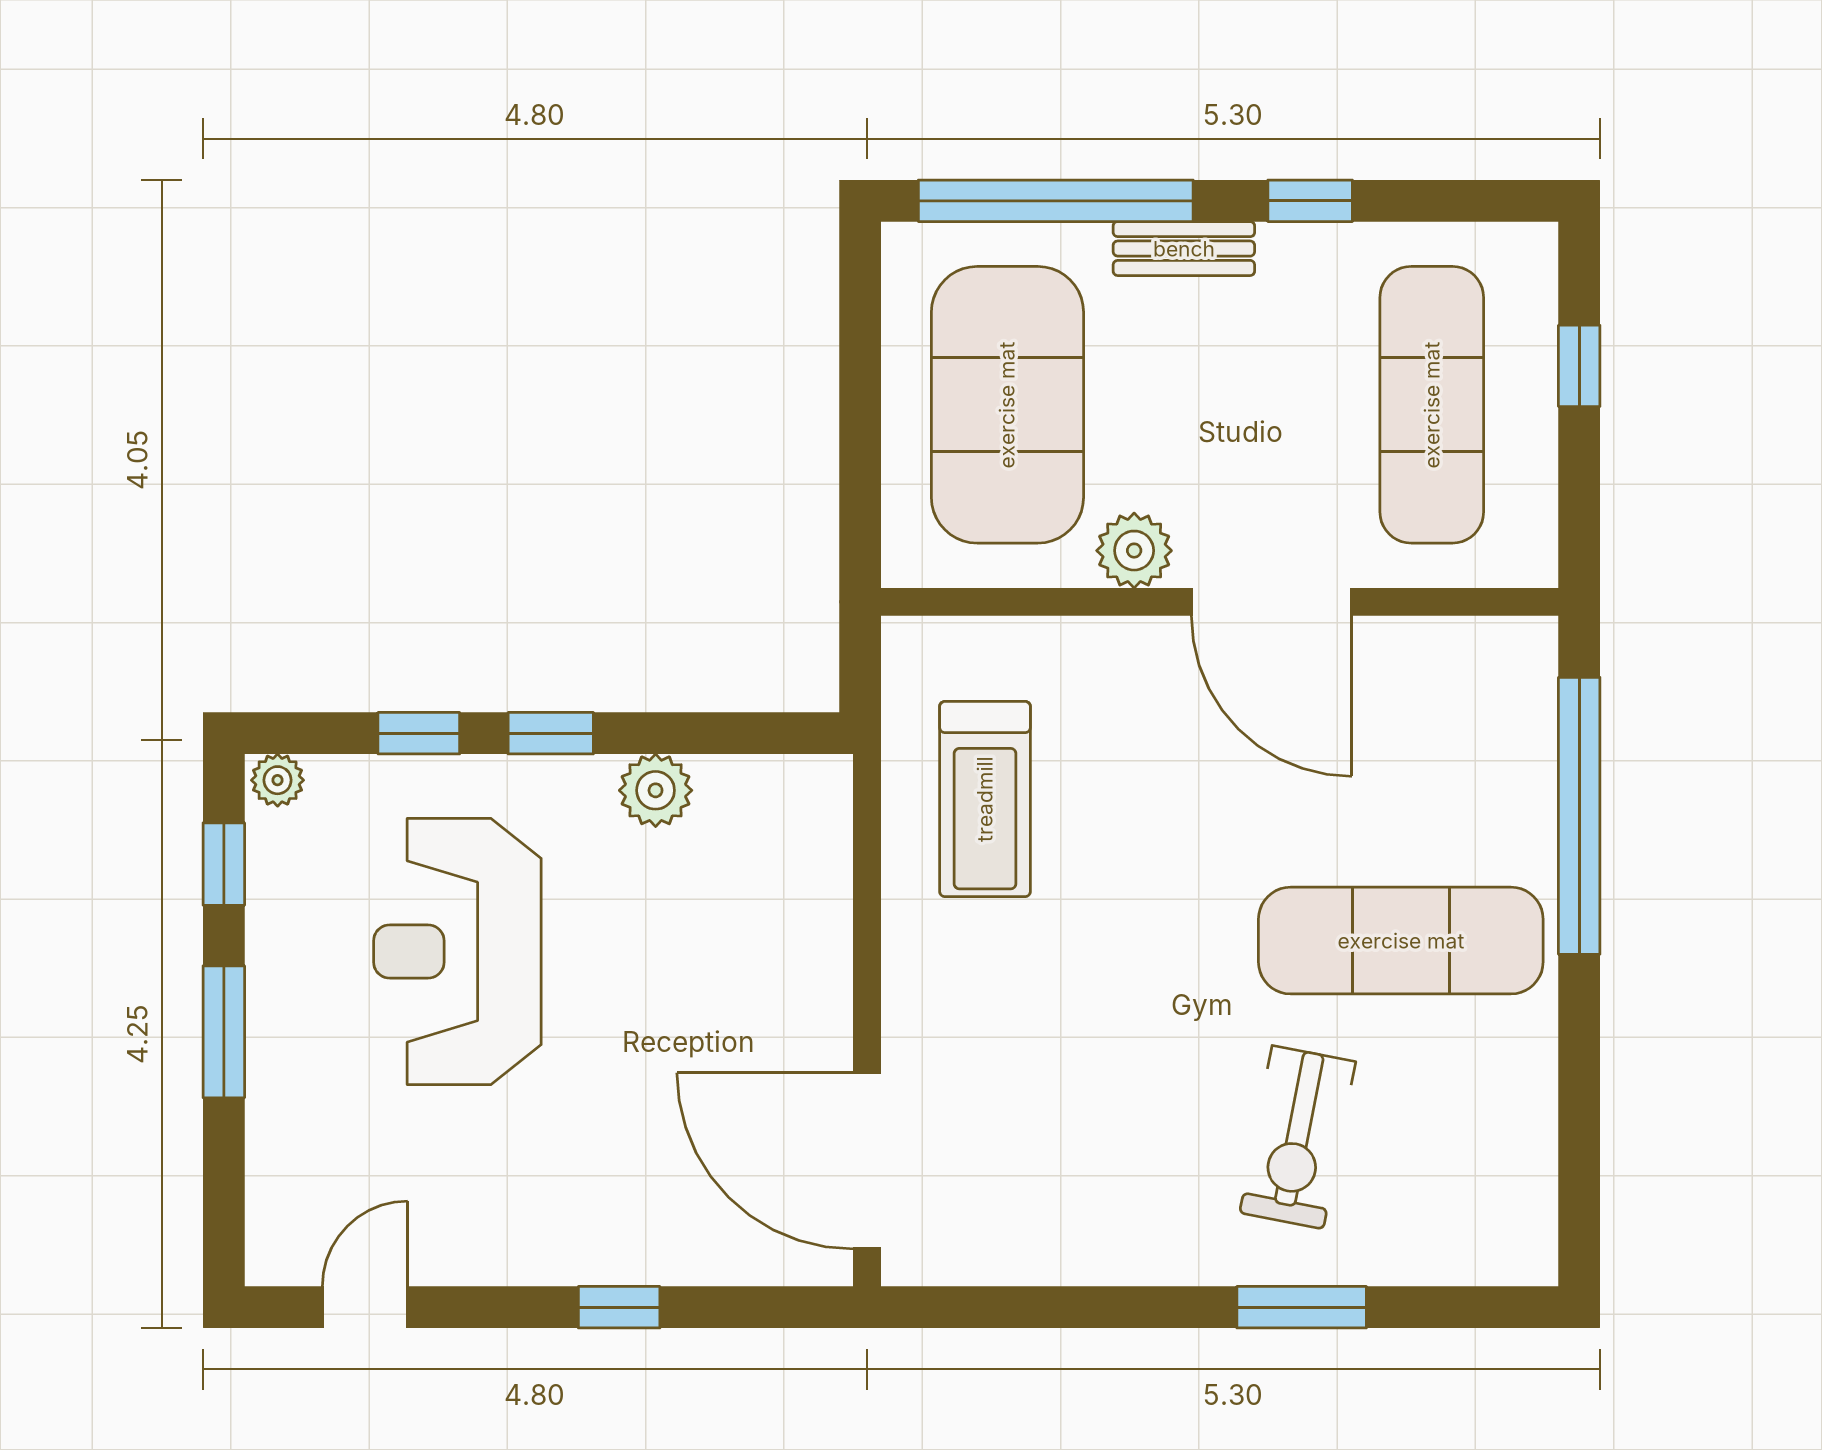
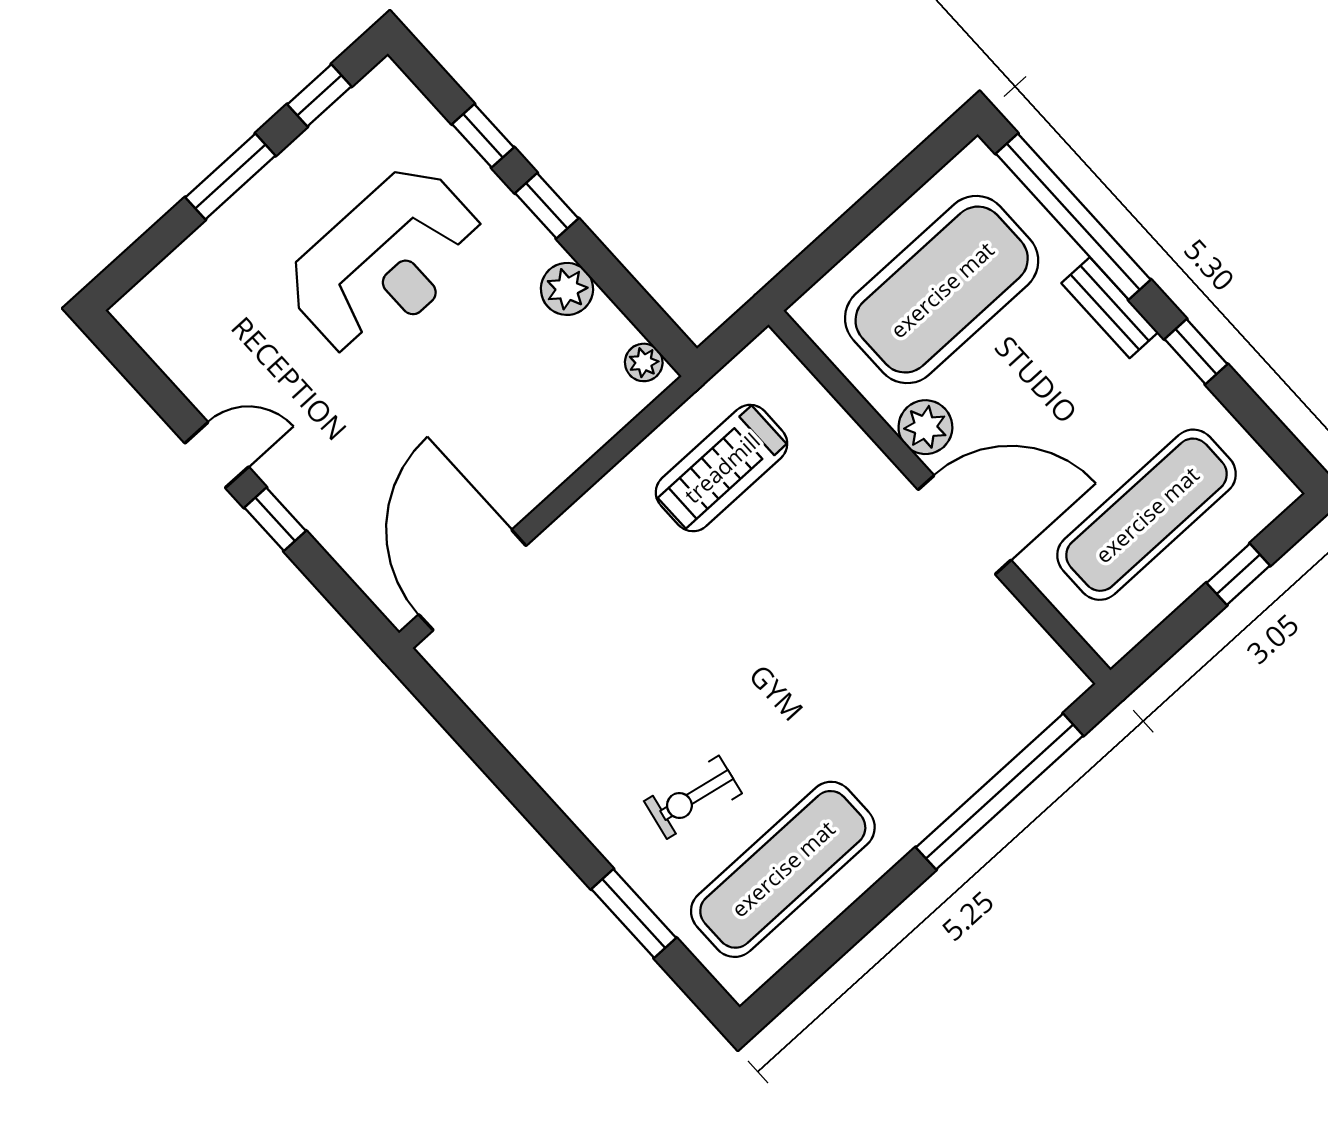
door: (1272, 602) -> (965, 525), swing flipped
plant: (278, 780) -> (644, 362), moved
exercise mat: (1401, 941) -> (783, 869), moved, turned 90
reception desk: (457, 951) -> (386, 262), turned 180
exercise bike: (1298, 1137) -> (693, 797), width x0.73, depth x0.72
door: (365, 1307) -> (217, 455), moved
window: (1302, 1307) -> (634, 913), moved

